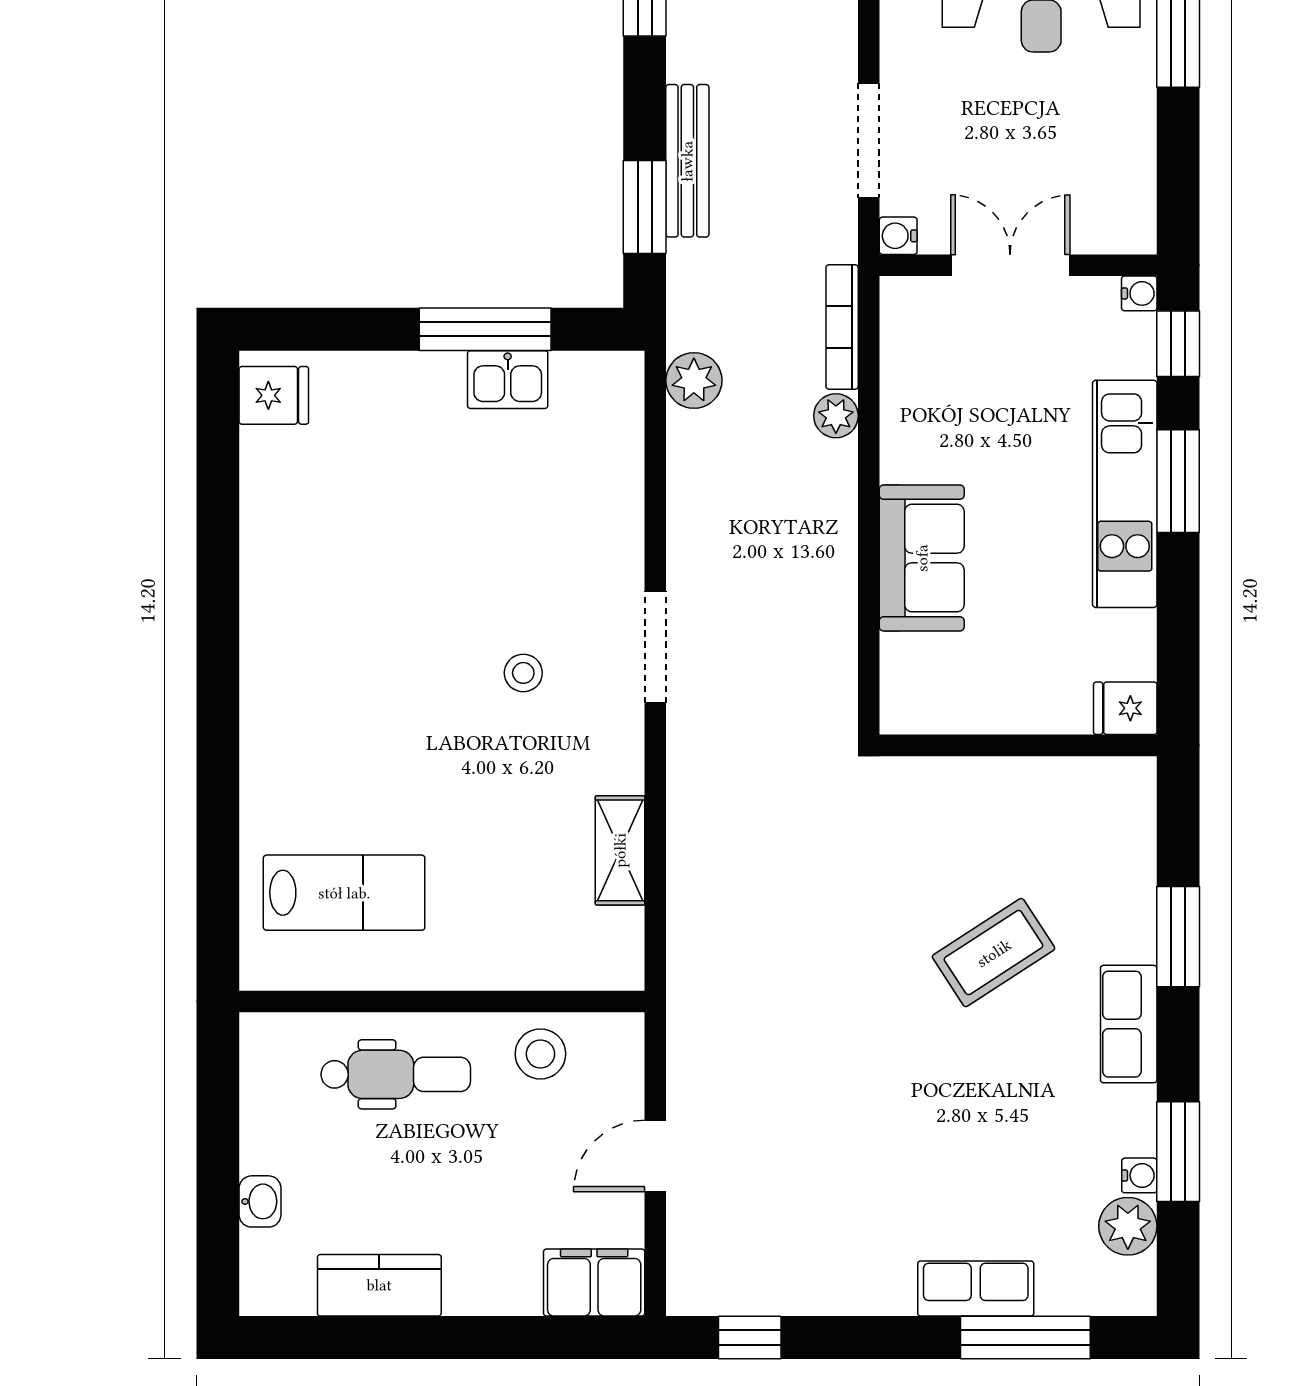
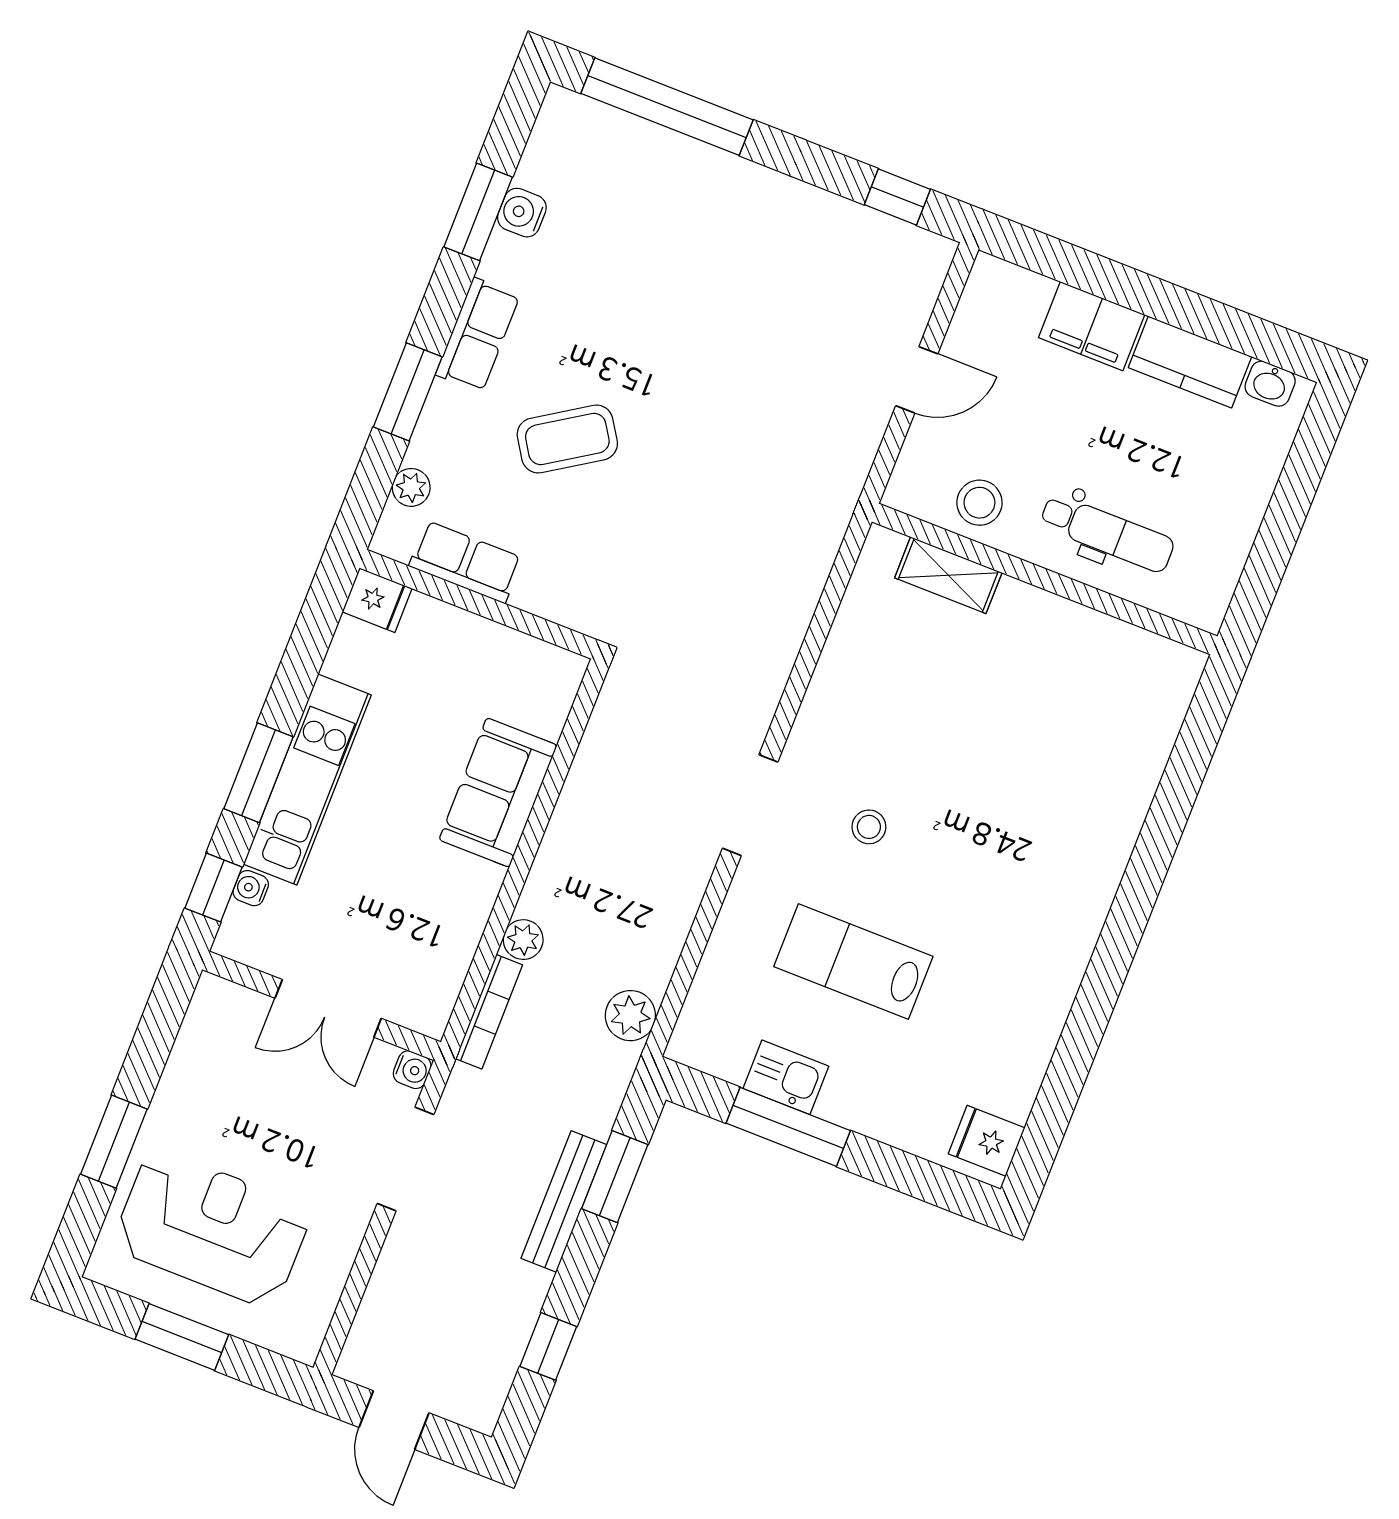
water cooler: (1139, 293) -> (251, 888), moved
shelving: (620, 850) -> (948, 575), moved, turned 90
lab bench: (344, 893) -> (853, 962), moved
dental chair: (396, 1074) -> (1107, 533), turned 180
water cooler: (1139, 1175) -> (522, 213), width x1.38, depth x1.38
washbasin: (260, 1201) -> (1270, 384), moved, turned -90
plant: (1128, 1226) -> (411, 487), moved, width x0.73, depth x0.73
filing cabinet: (594, 1283) -> (1092, 326), moved
row of seats: (976, 1289) -> (466, 562), moved, turned 180
window: (1025, 1338) -> (667, 107), width x1.46

